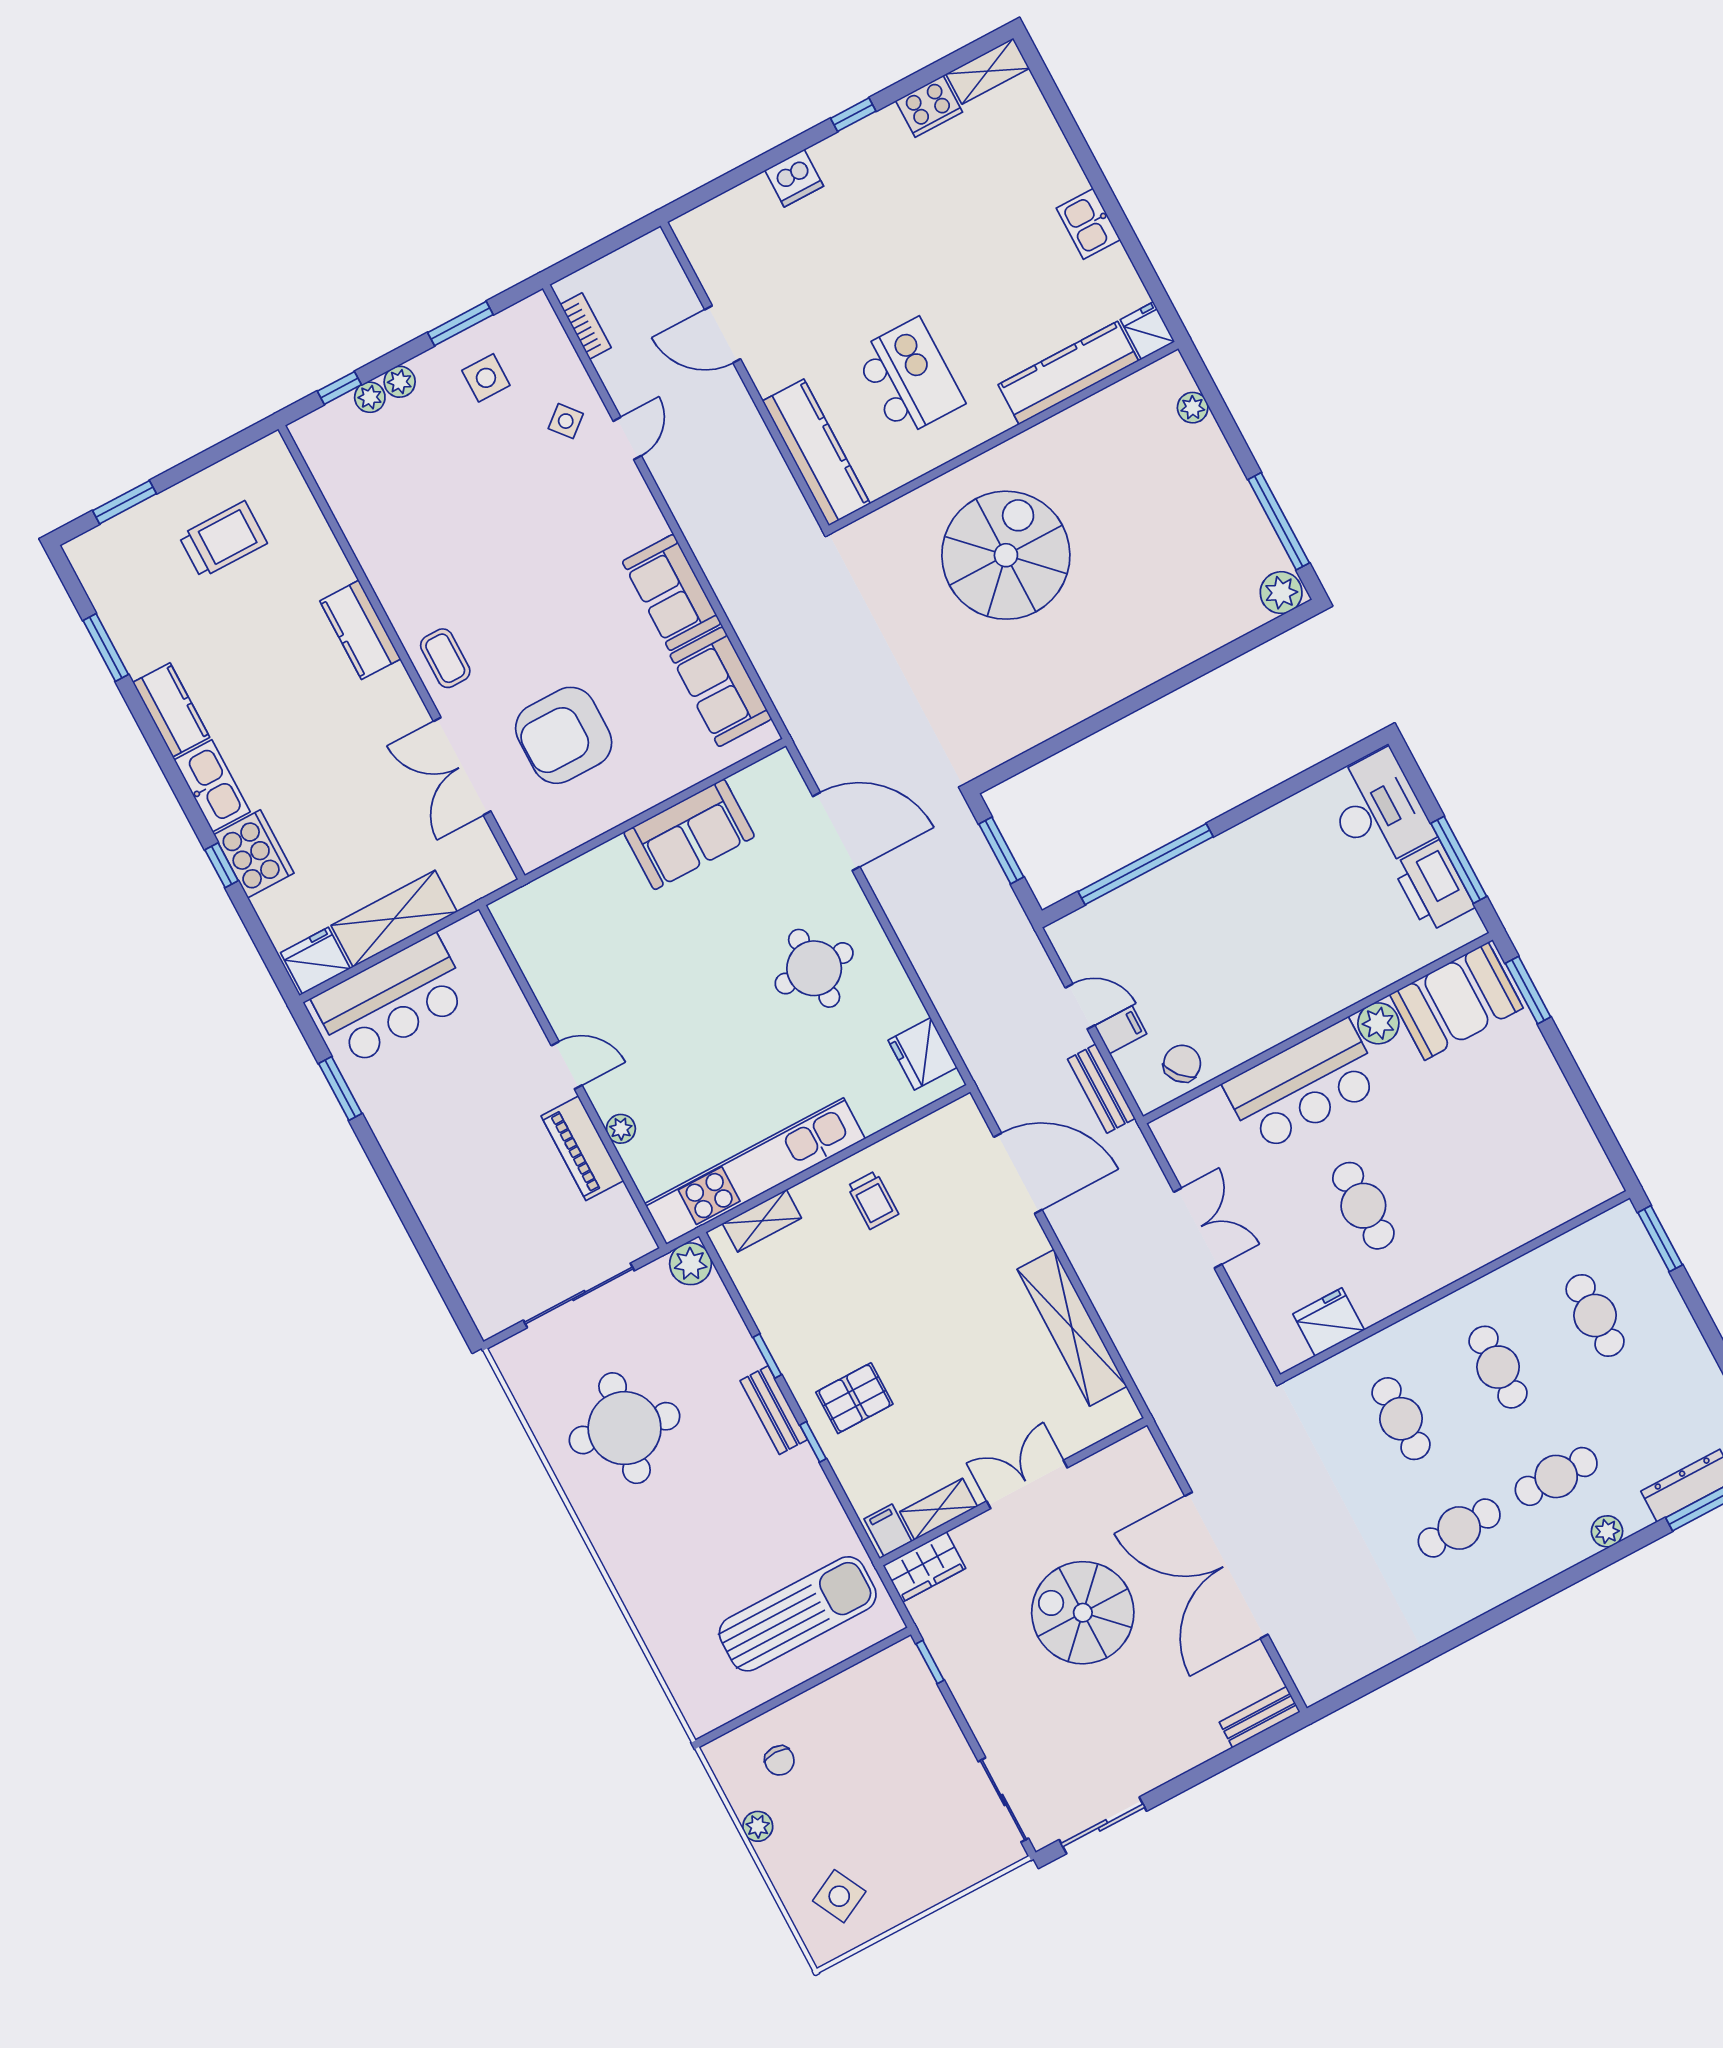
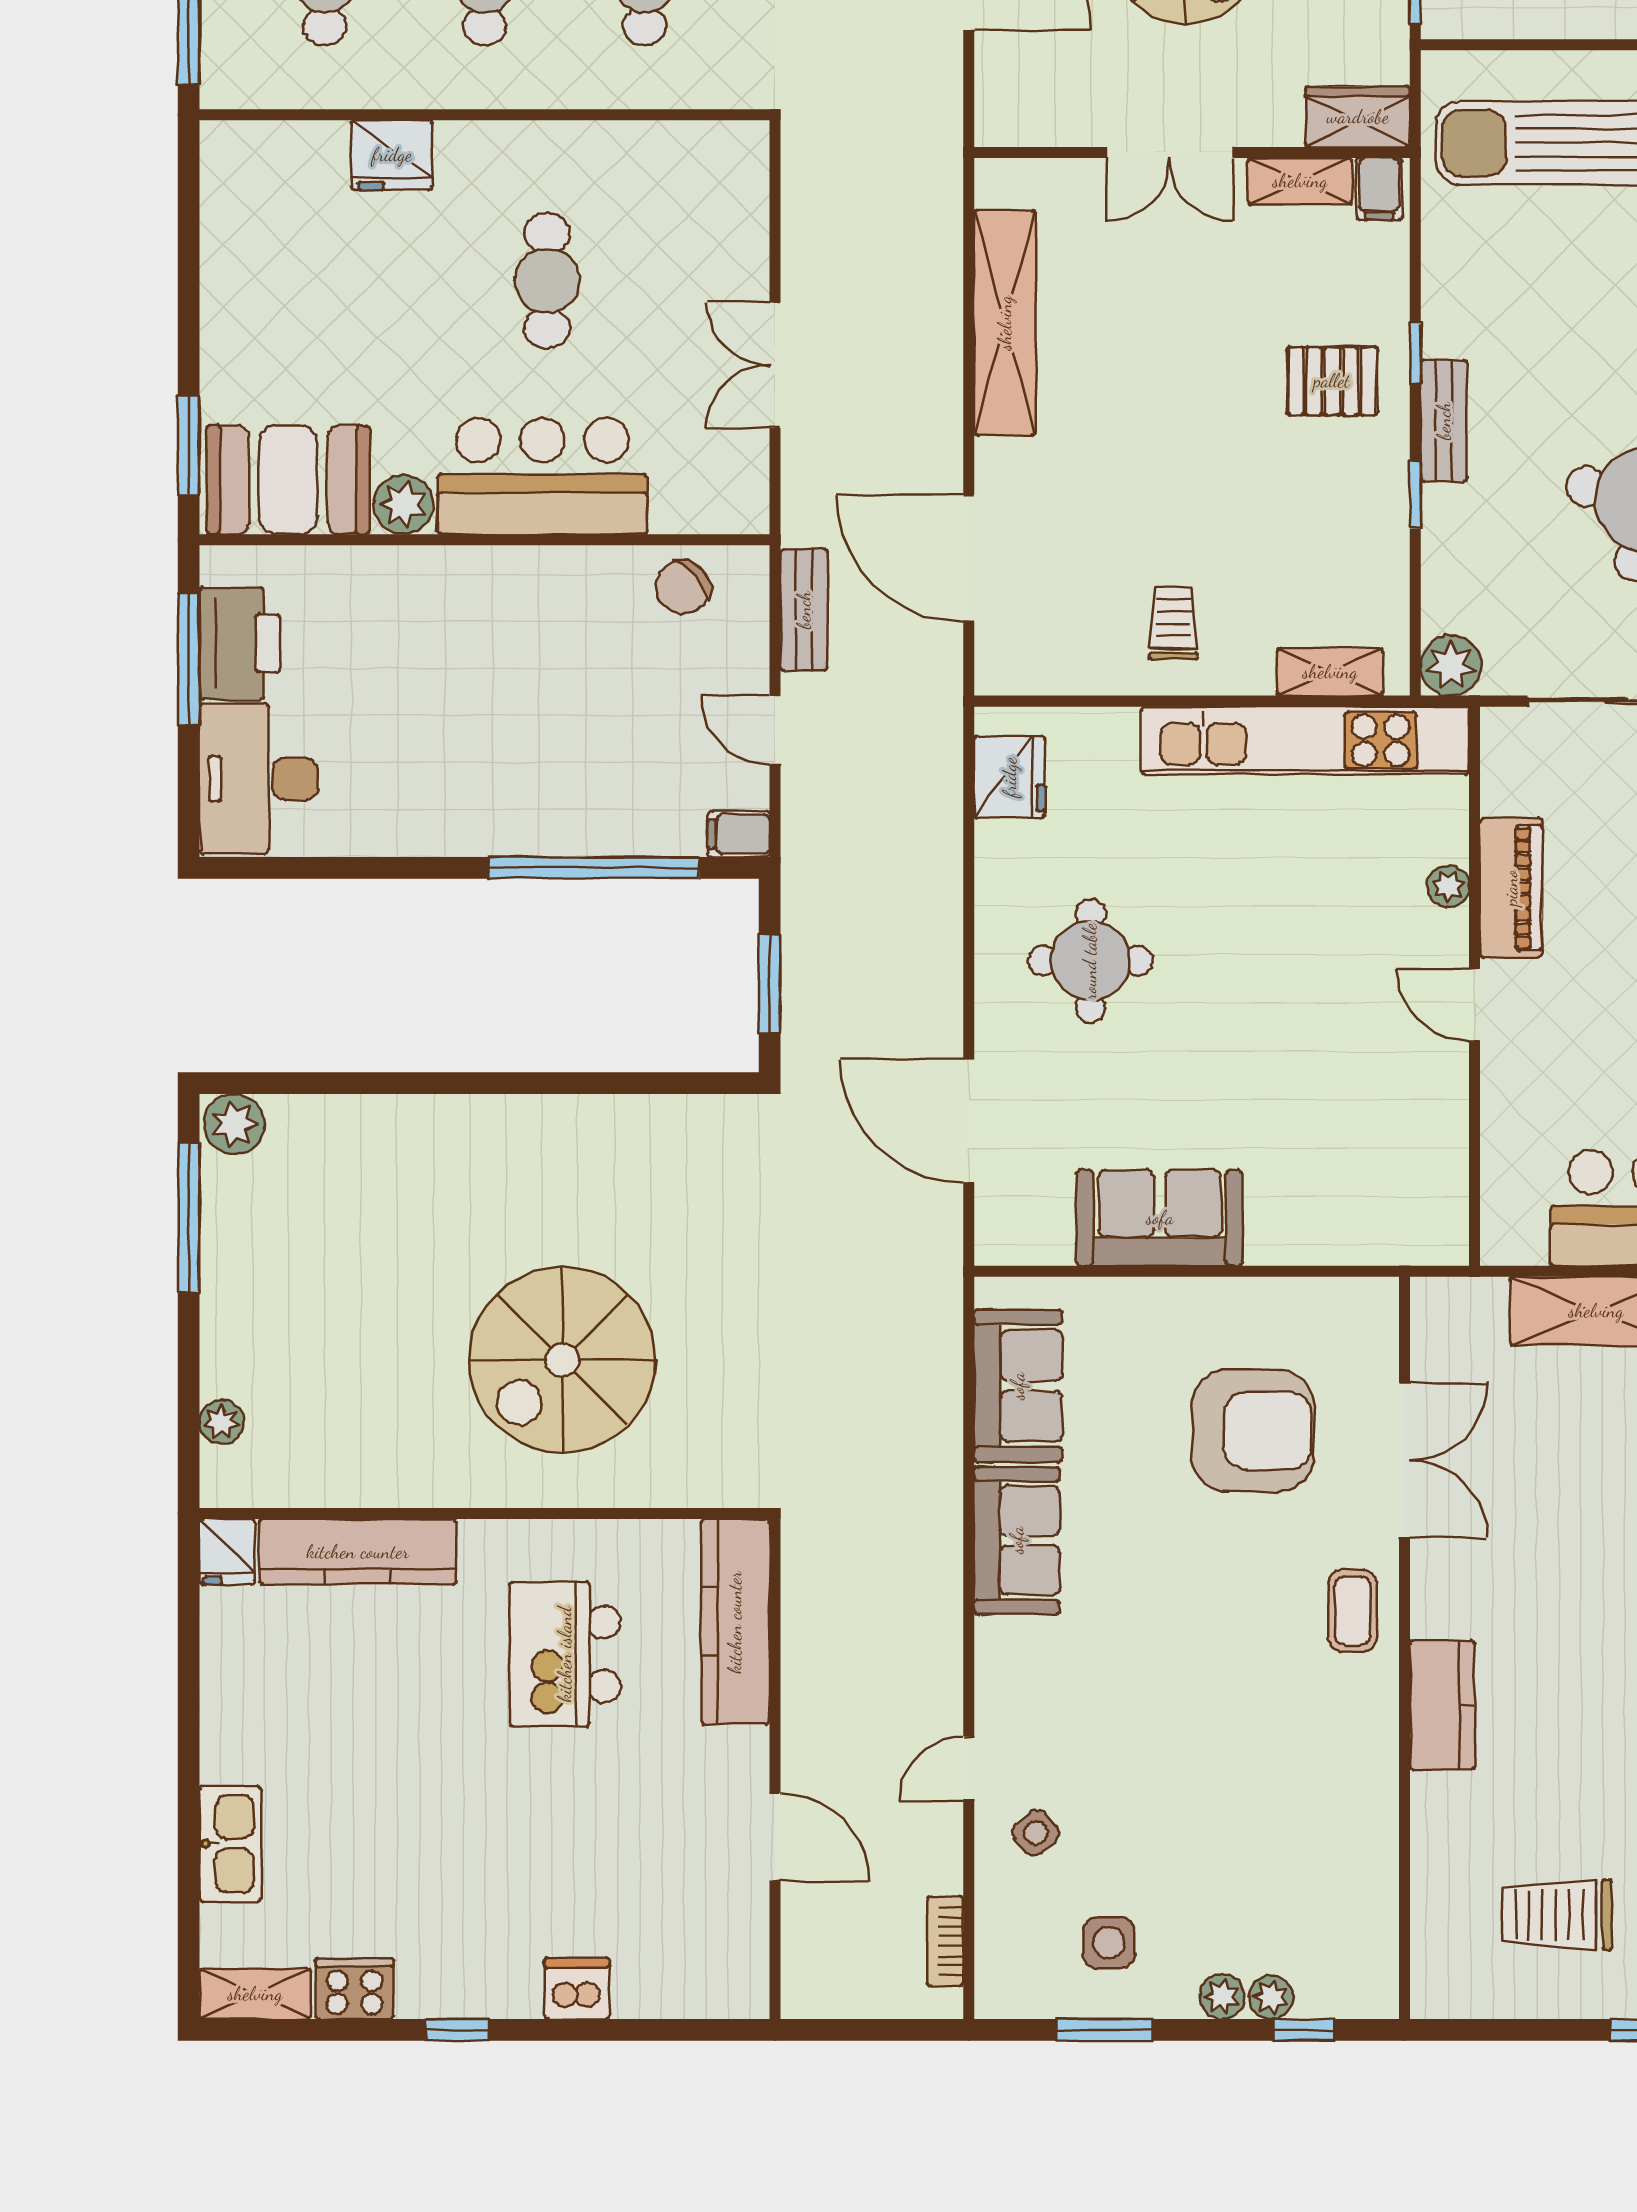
kitchen sink: (1088, 224) -> (230, 1844), moved, width x1.38
filing cabinet: (1121, 1030) -> (739, 834), moved
fridge: (1329, 1322) -> (392, 155), moved

